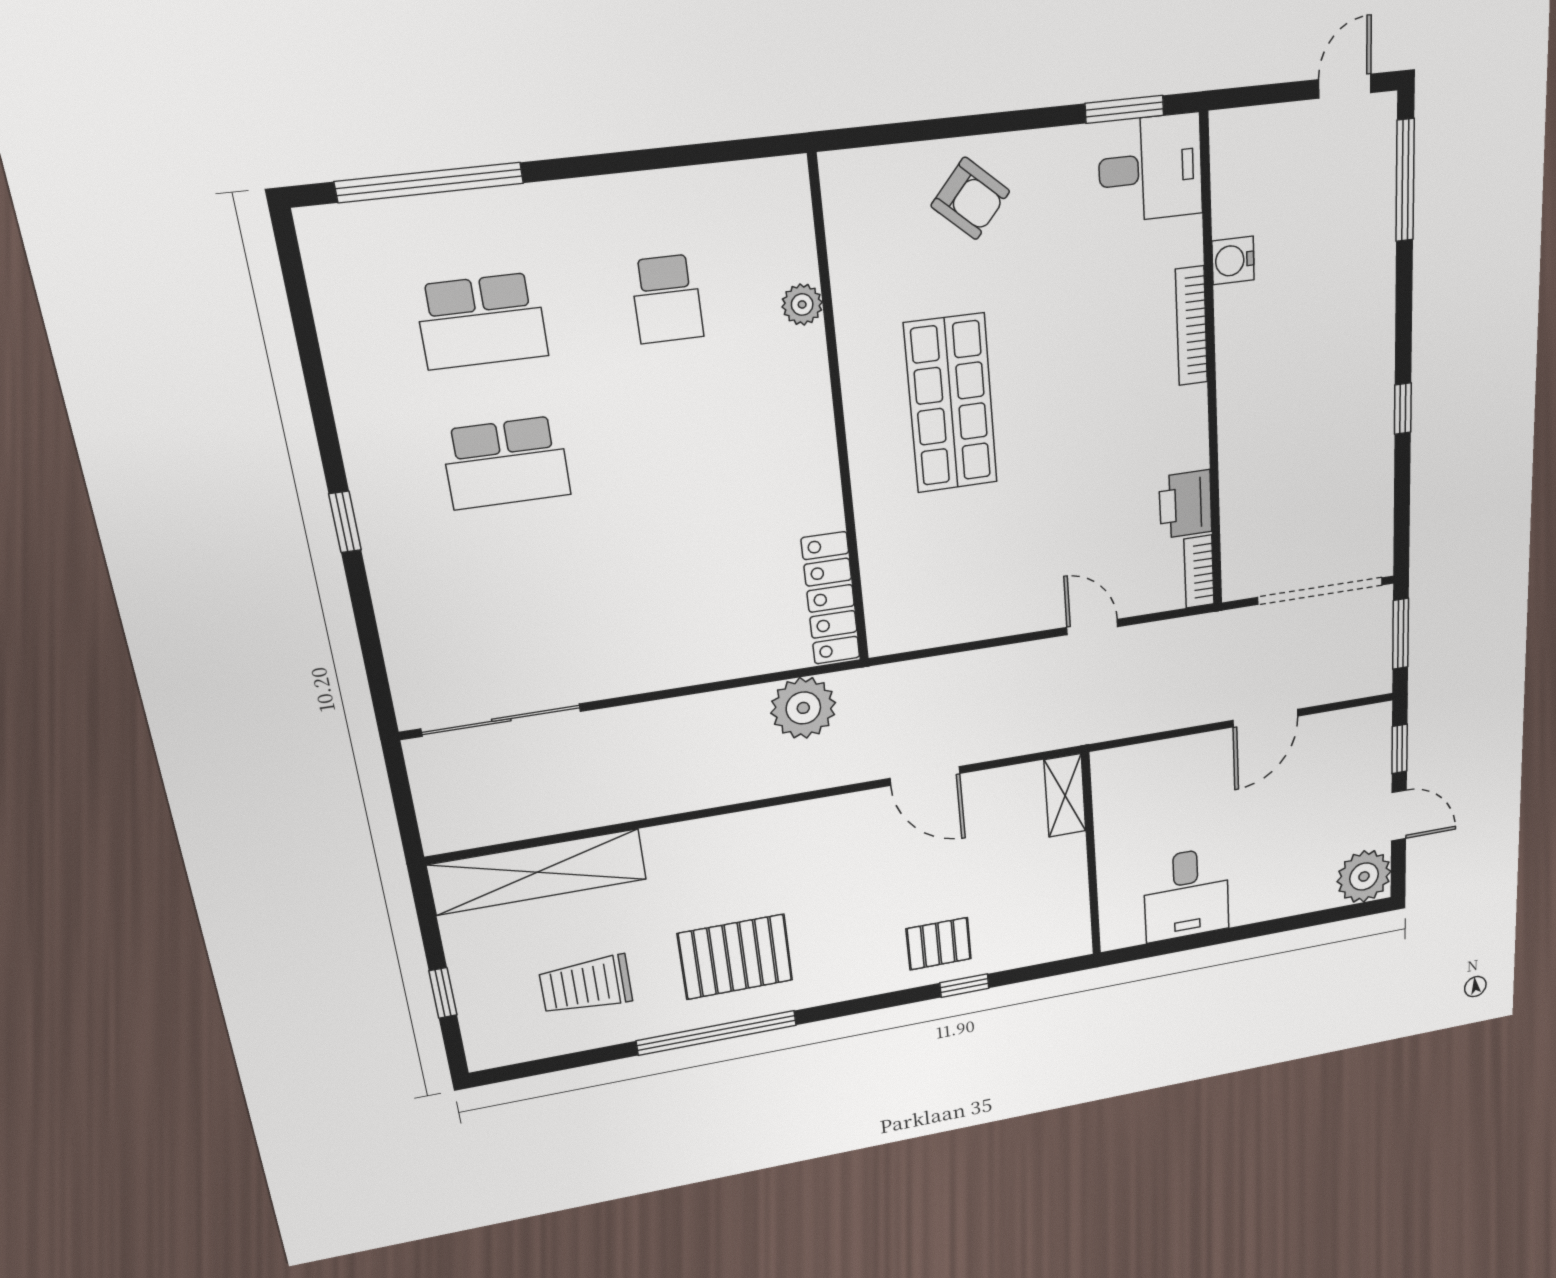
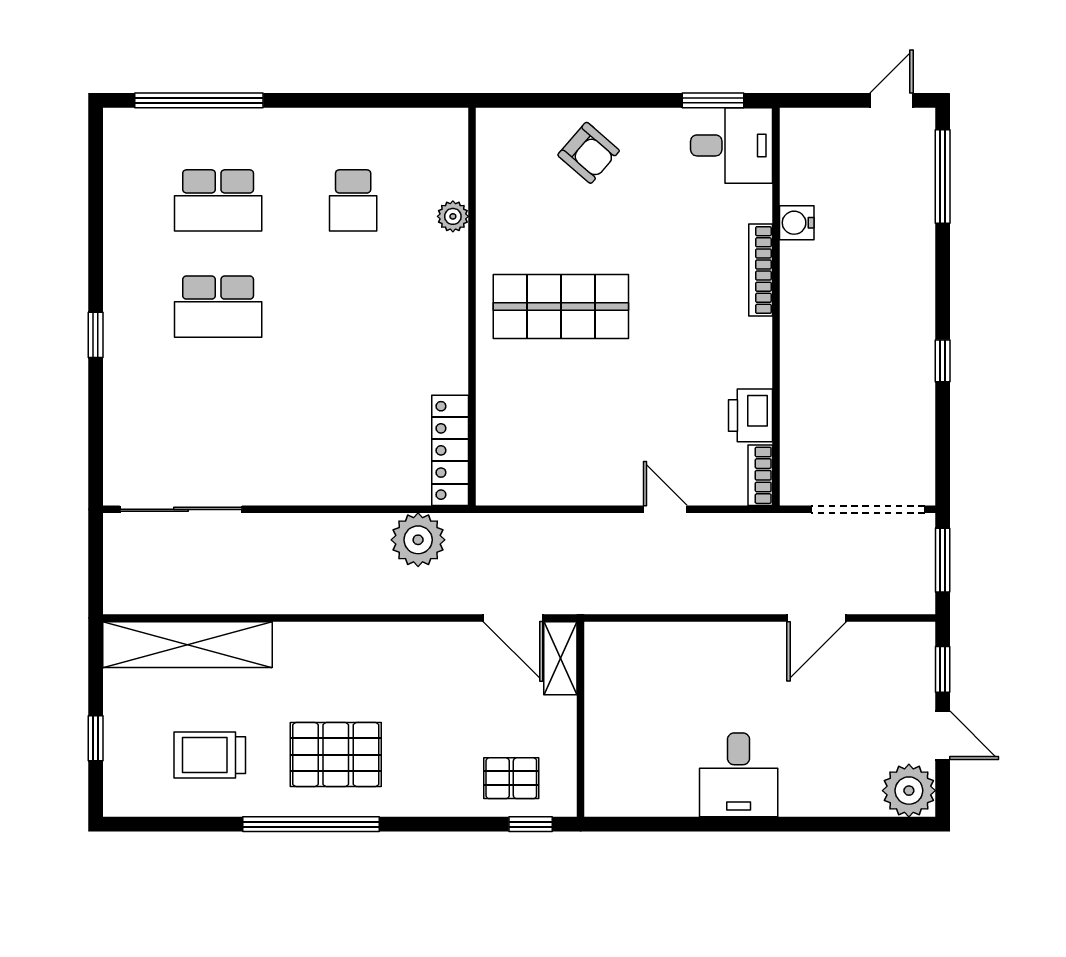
shop shelf: (951, 404) -> (561, 307), turned 90
shelving: (1065, 796) -> (560, 658), moved
wall: (1091, 855) -> (581, 719), moved

